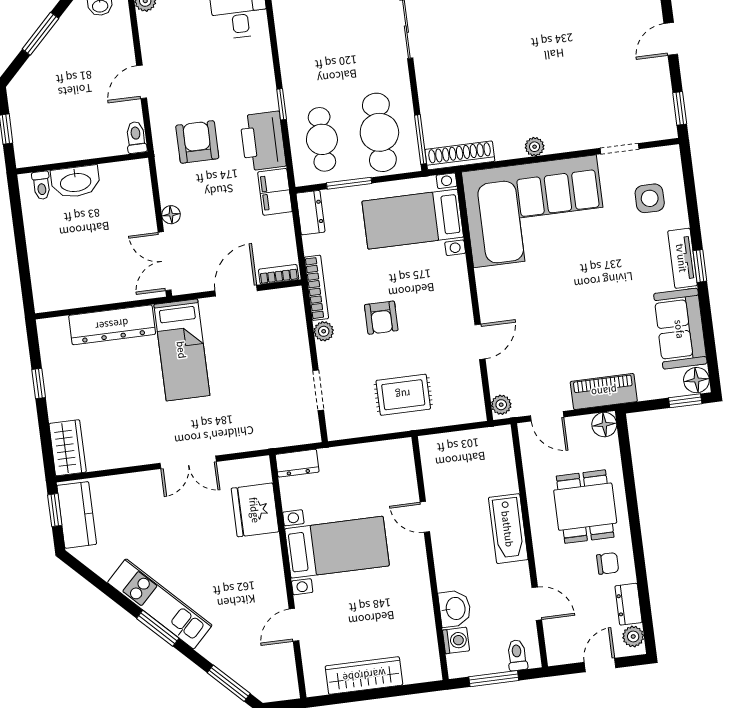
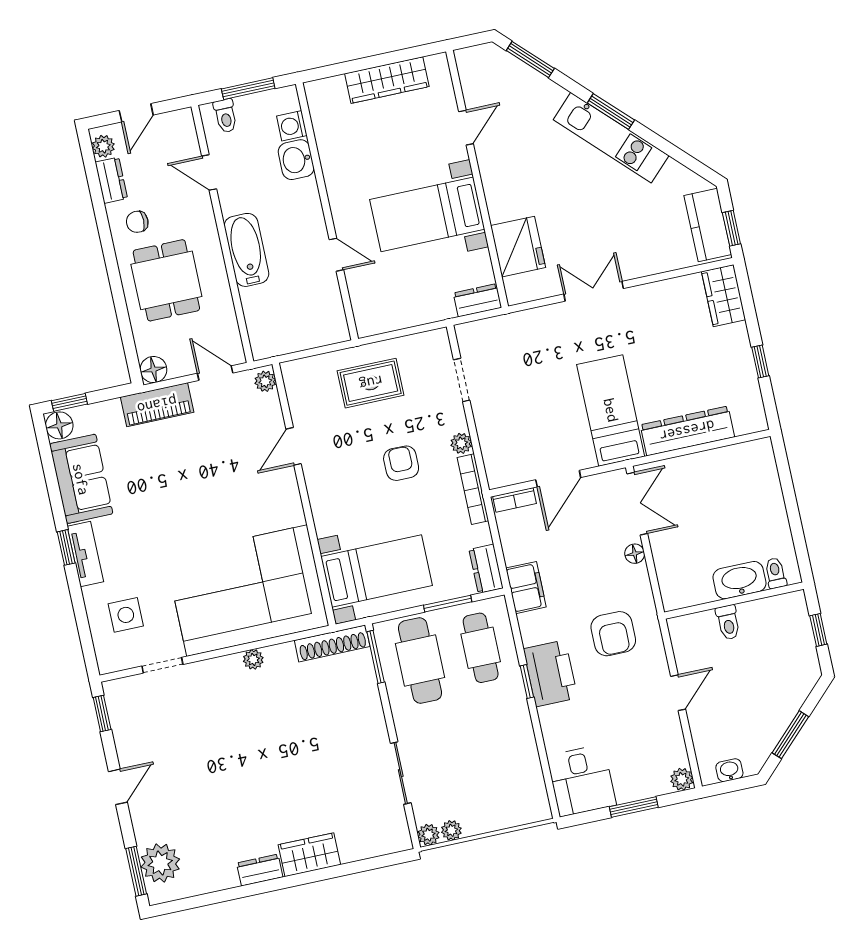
toilet: (136, 137) -> (728, 622), moved
printer: (263, 141) -> (550, 673), moved

